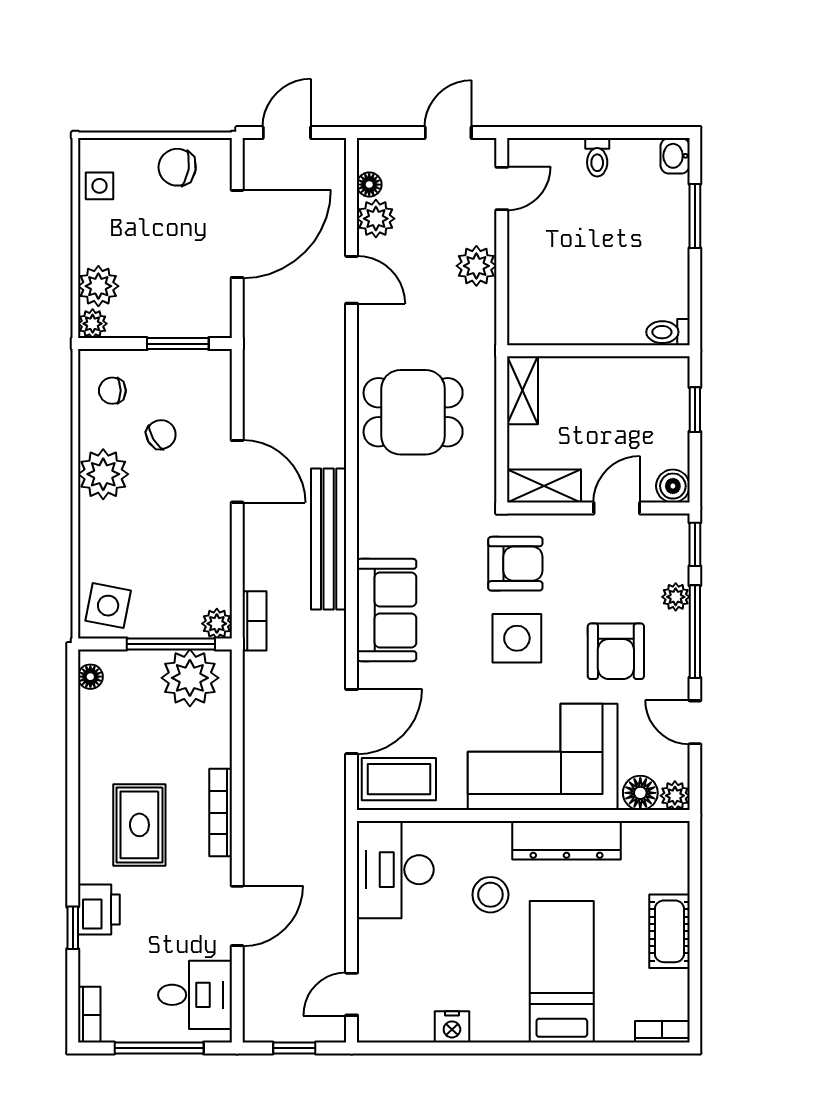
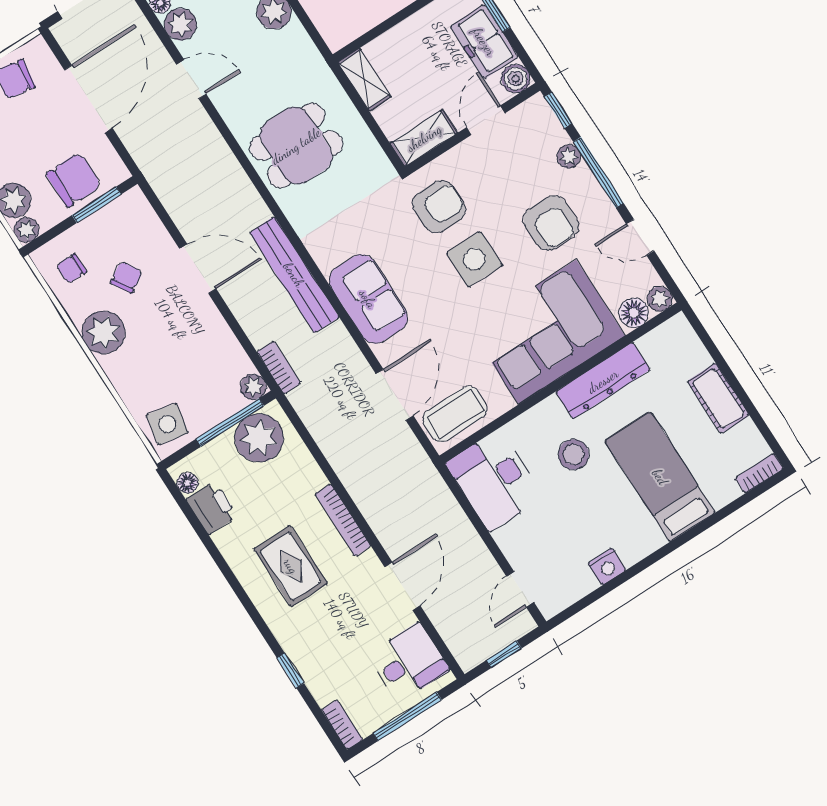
chair: (171, 304) -> (74, 180), added
freezer: (665, 429) -> (484, 42), added
printer: (99, 909) -> (212, 508), moved

